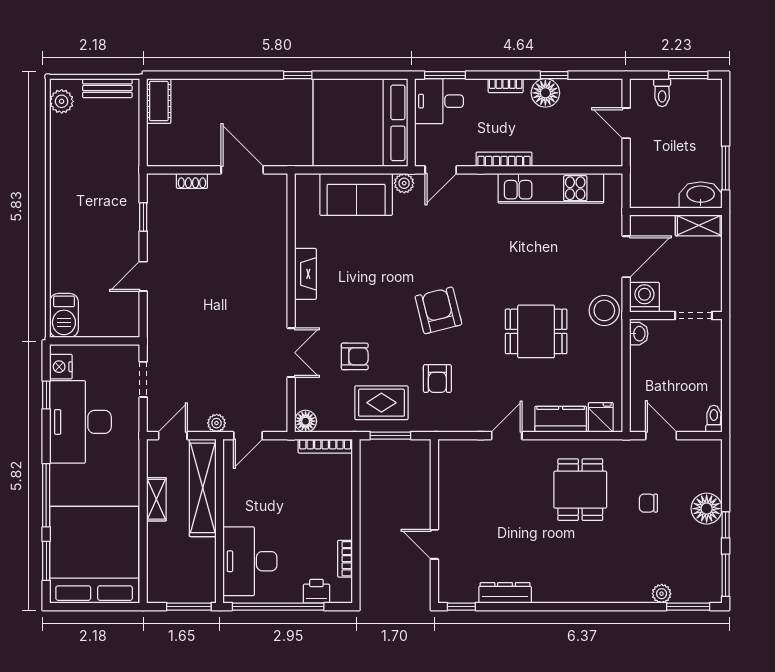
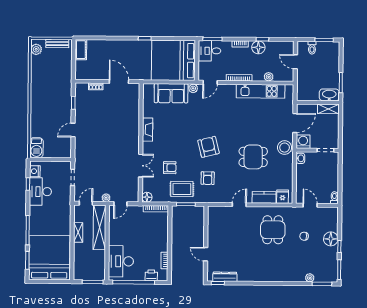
plant: (568, 157) -> (269, 77), added
desk: (80, 422) -> (40, 192), width x0.73, depth x0.77
dresser: (505, 593) -> (225, 277), moved

